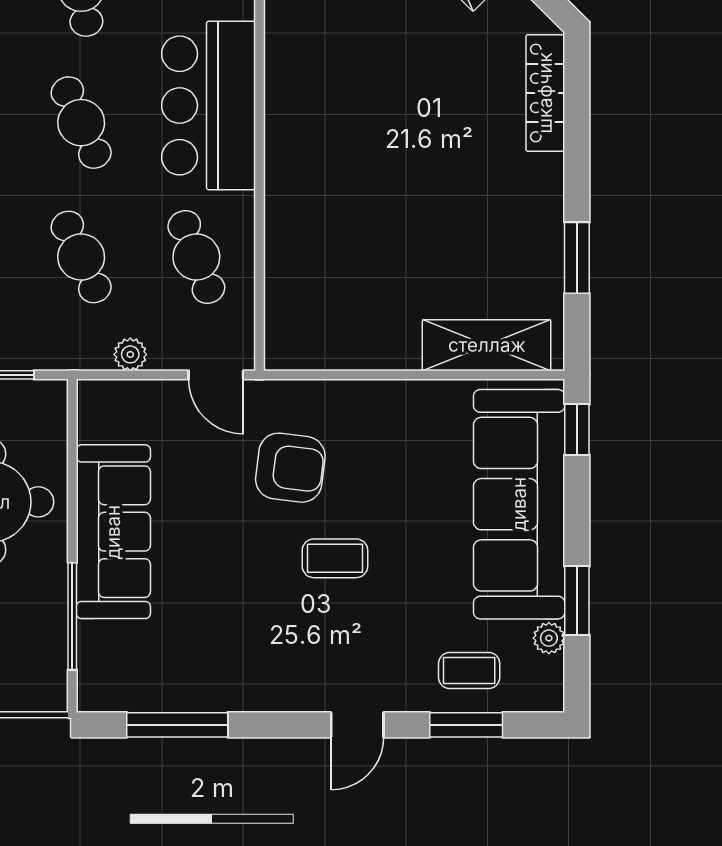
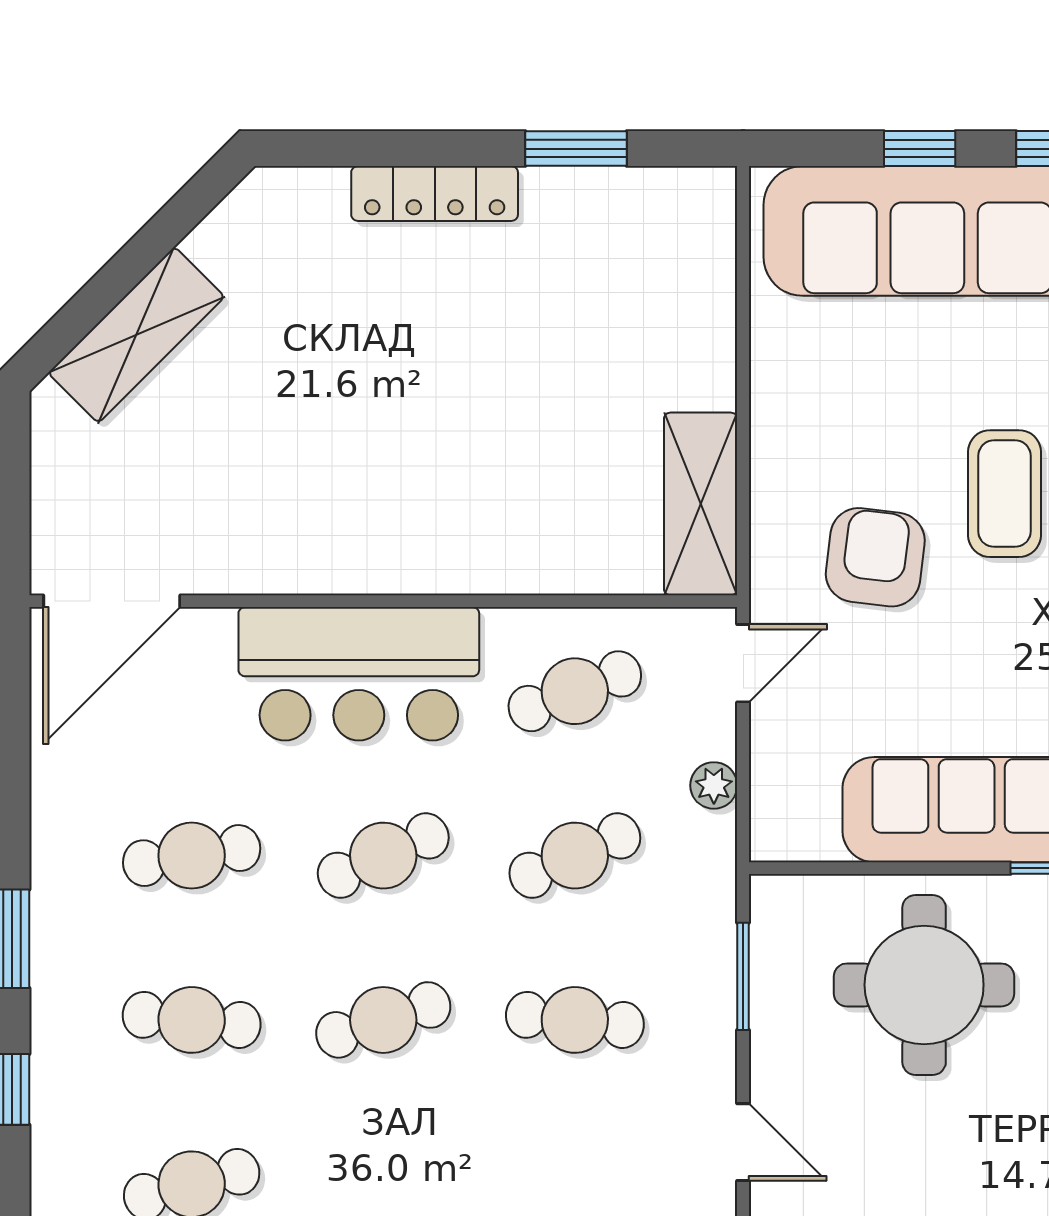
locker: (545, 93) -> (435, 194), moved
shelving: (487, 345) -> (701, 504), moved
window: (577, 430) -> (920, 149), moved
coffee table: (335, 558) -> (1004, 494), width x1.36, depth x1.30

